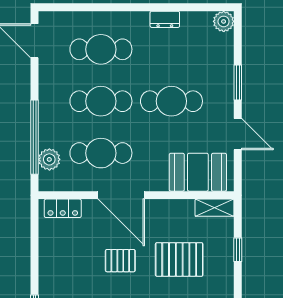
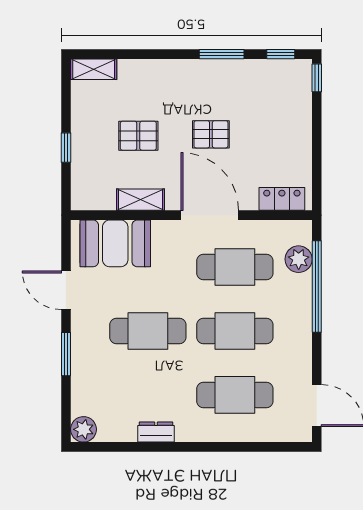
shelving: (214, 208) -> (141, 200), moved
pallet: (179, 259) -> (138, 136), width x0.67, depth x0.71

